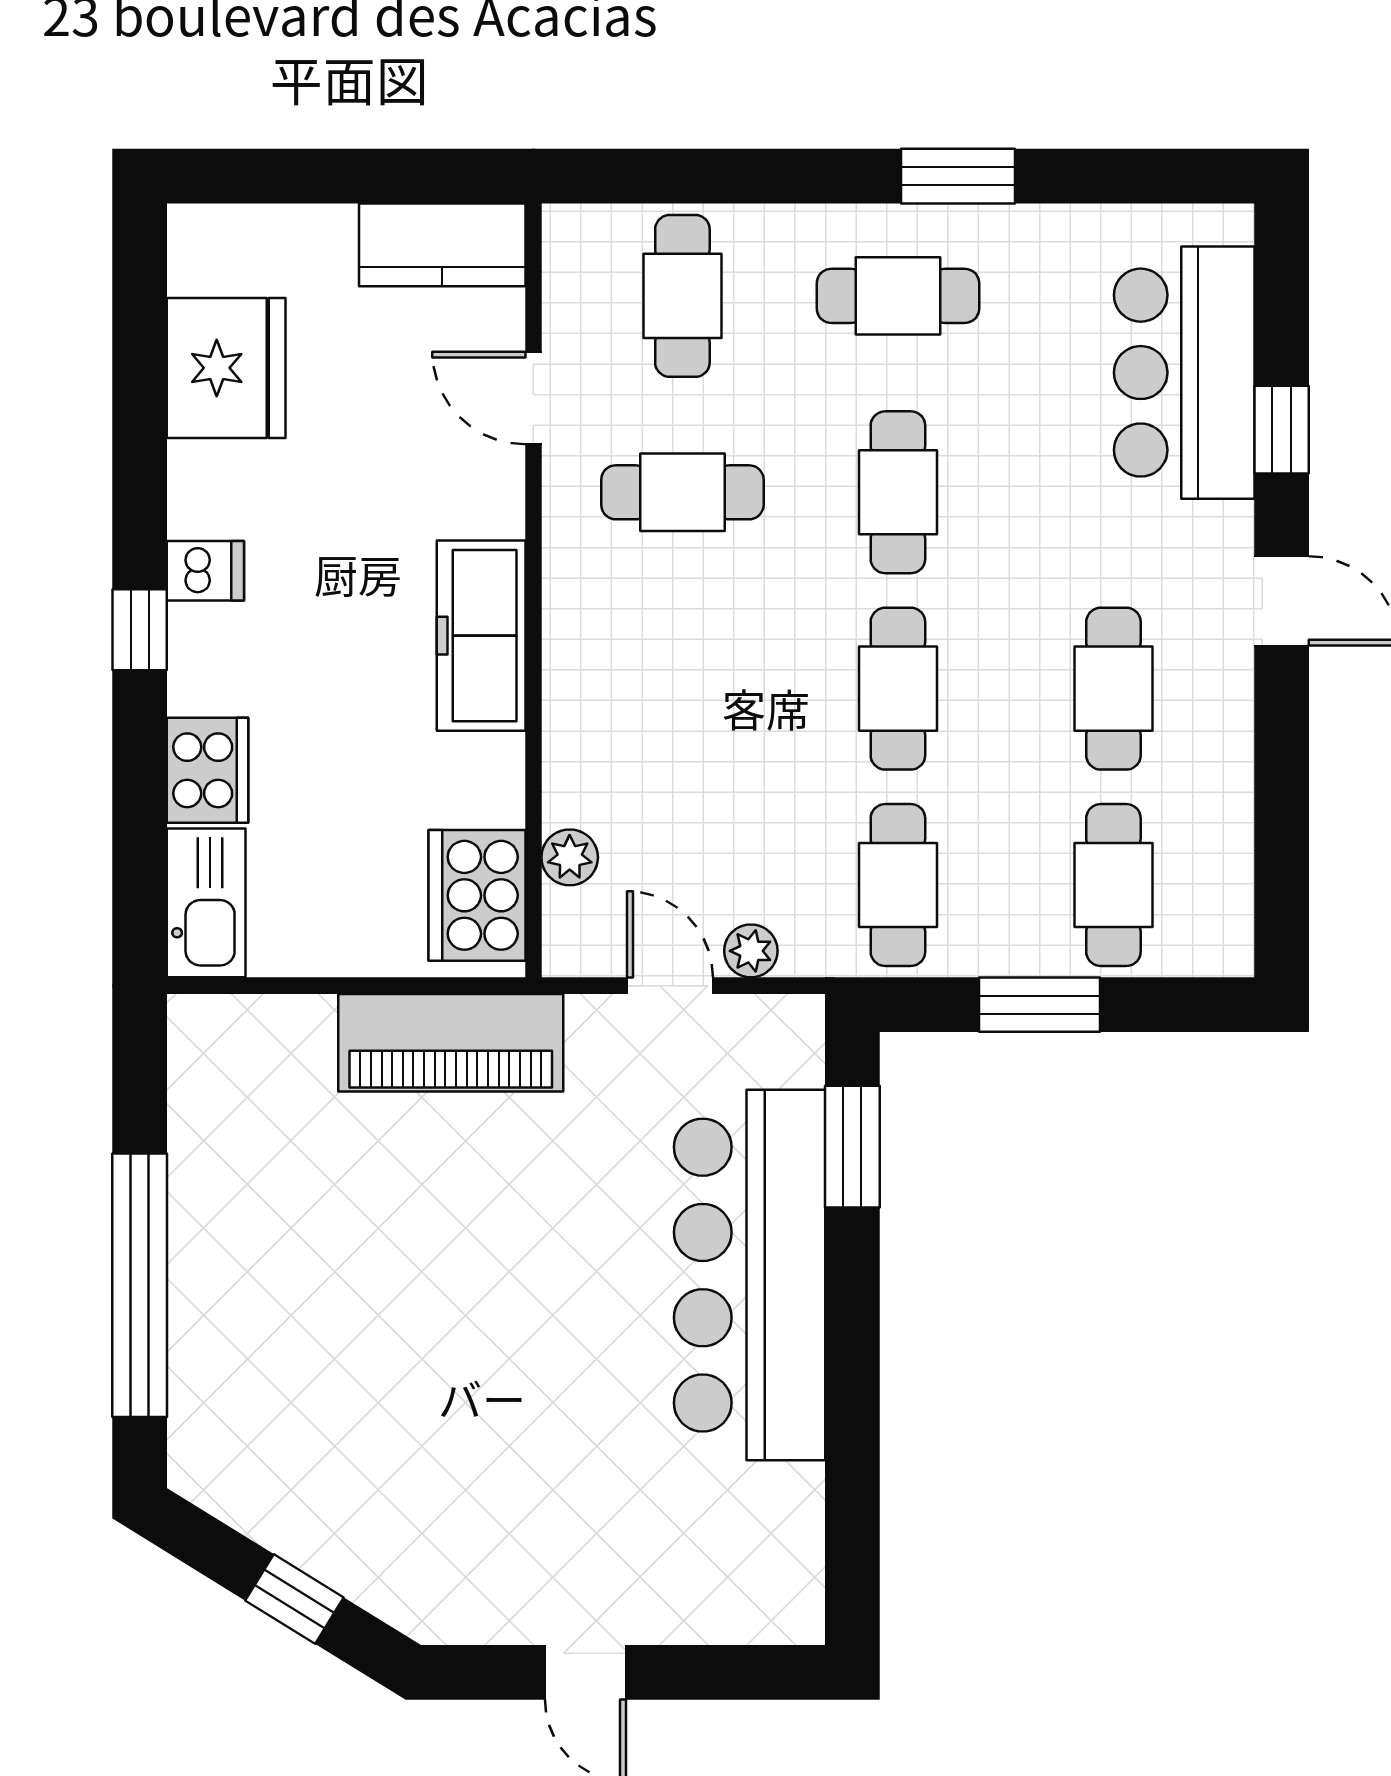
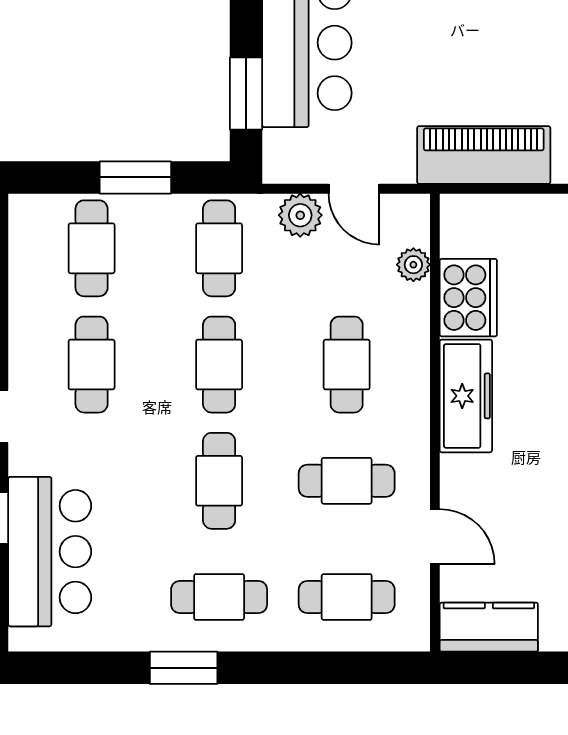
cafe table: (682, 296) -> (347, 597), turned 90
cafe table: (682, 689) -> (347, 365), added
cooker: (477, 895) -> (468, 298), moved
plant: (751, 951) -> (300, 215), width x1.38, depth x1.38

